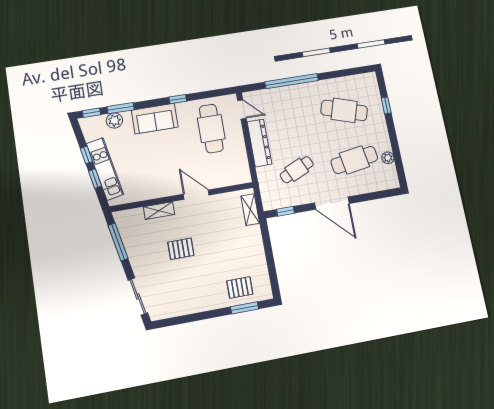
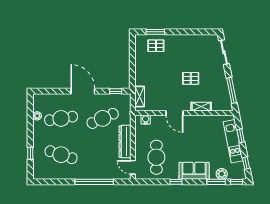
window: (86, 155) -> (246, 163), moved
cafe table: (297, 170) -> (103, 118), width x1.37, depth x1.35
water cooler: (236, 178) -> (146, 120), added

